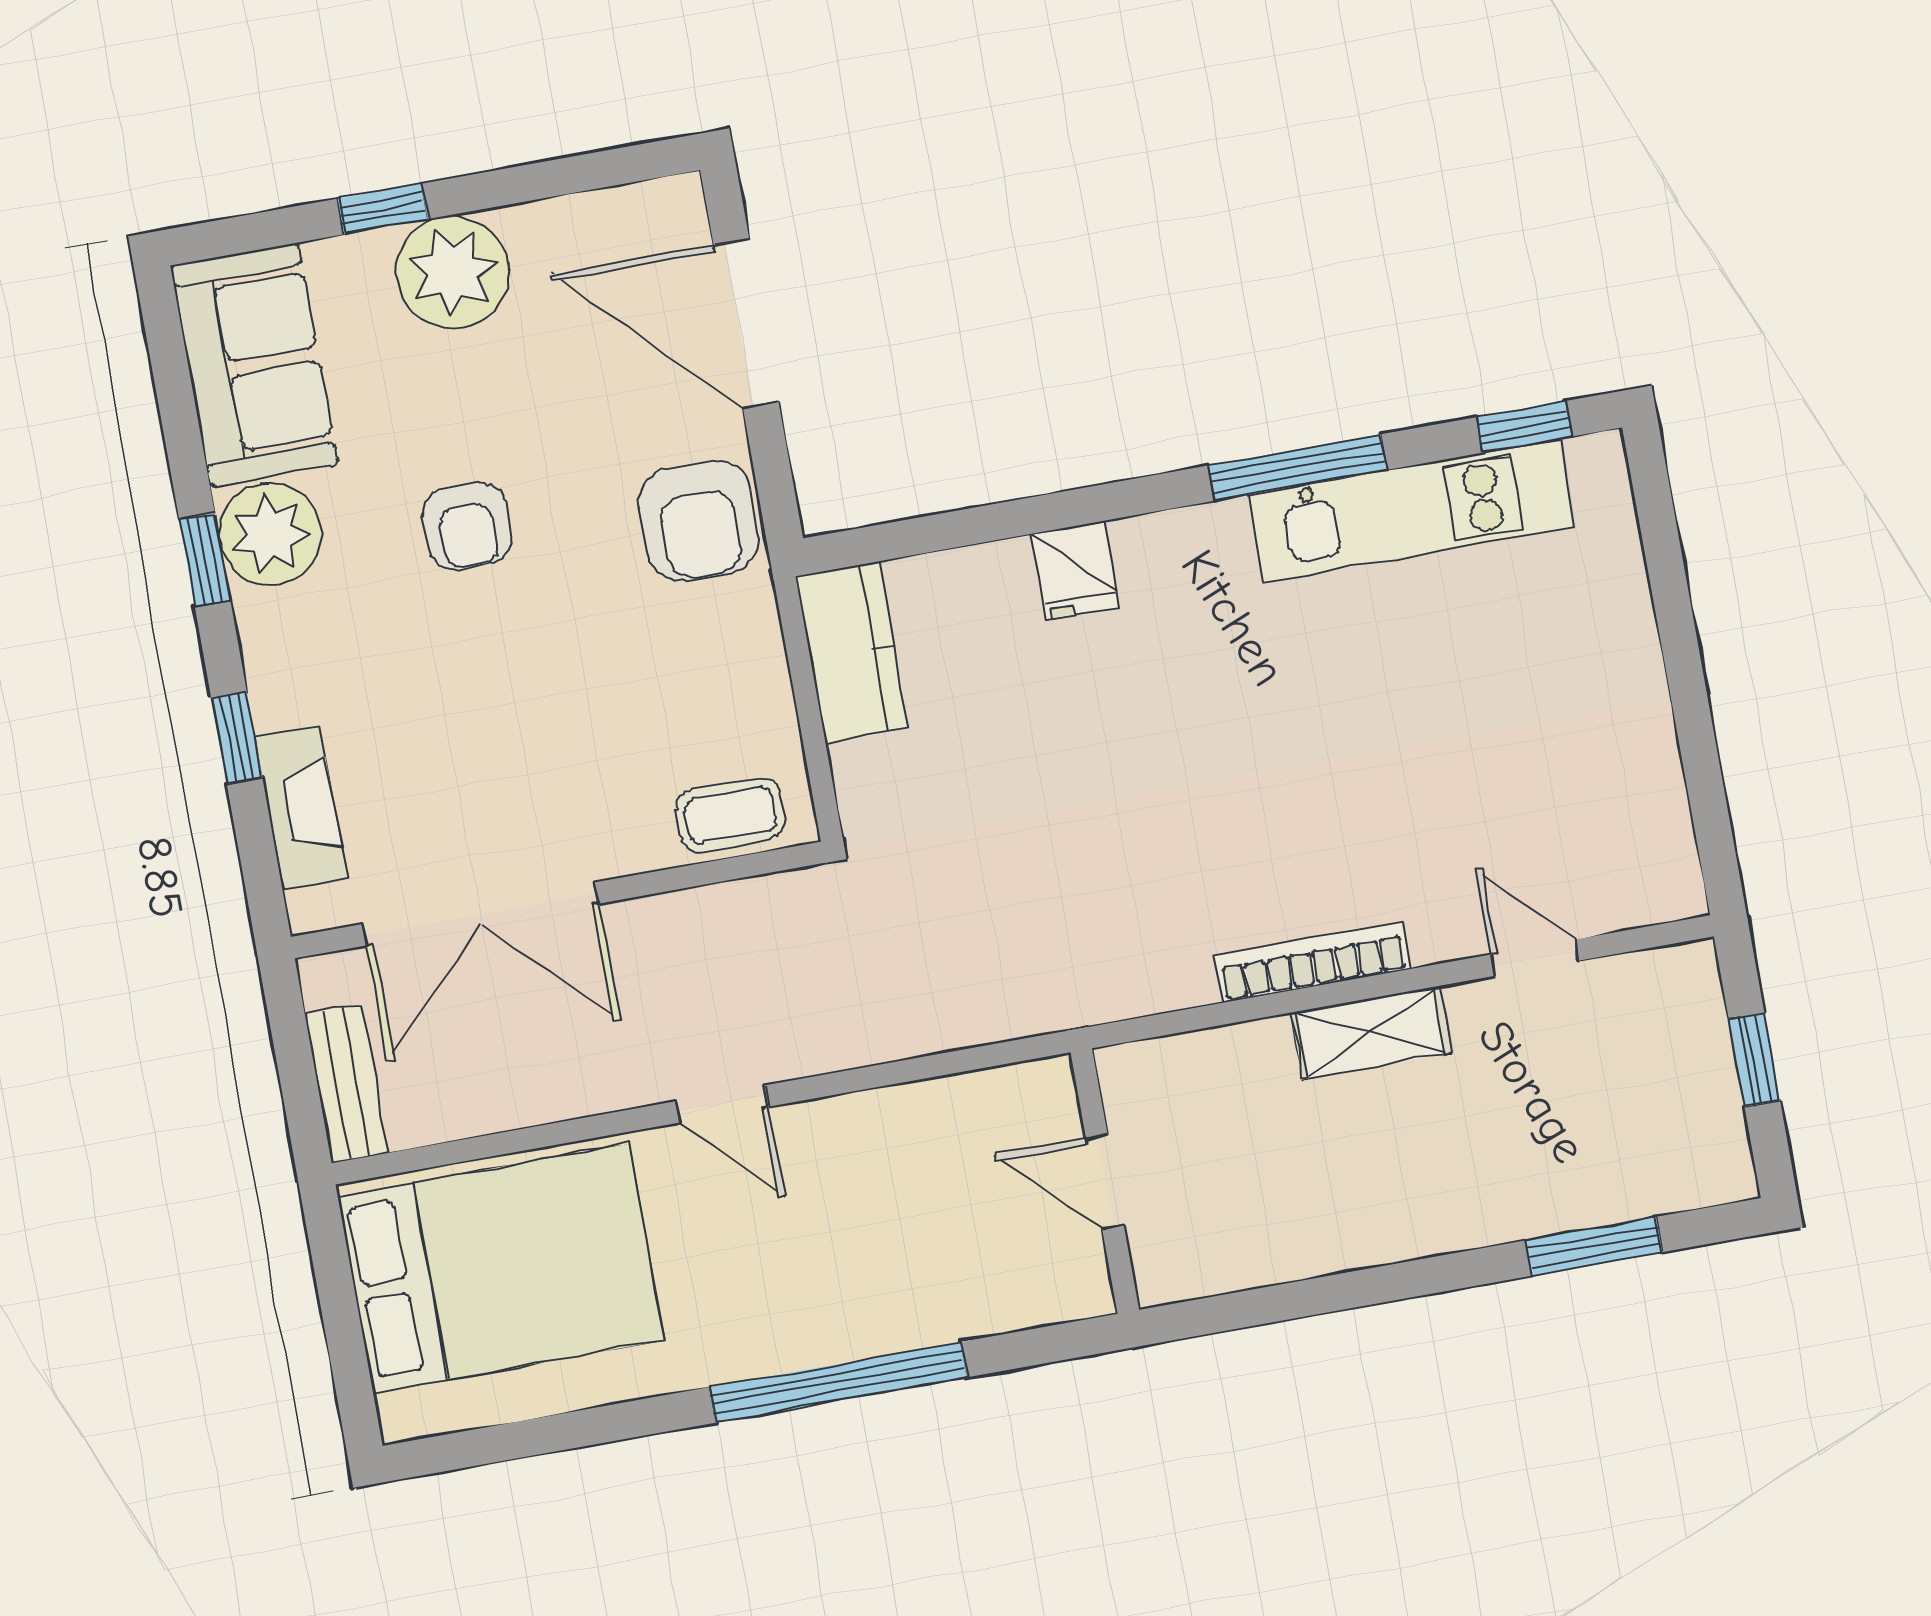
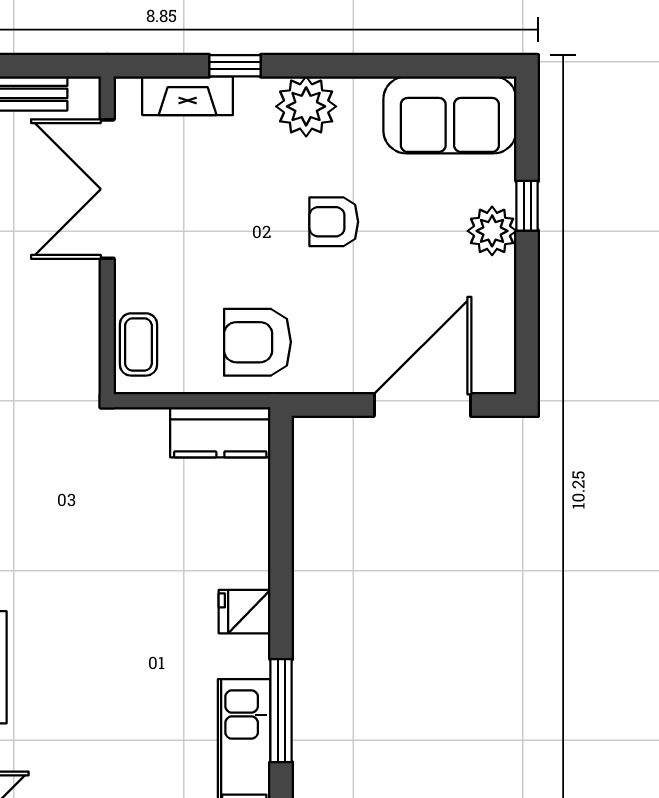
plant: (452, 272) -> (492, 231), width x0.73, depth x0.73
armchair: (699, 521) -> (258, 342), moved
plant: (270, 534) -> (306, 106), moved
window: (205, 560) -> (342, 66), removed
fridge: (1075, 570) -> (245, 612), moved

